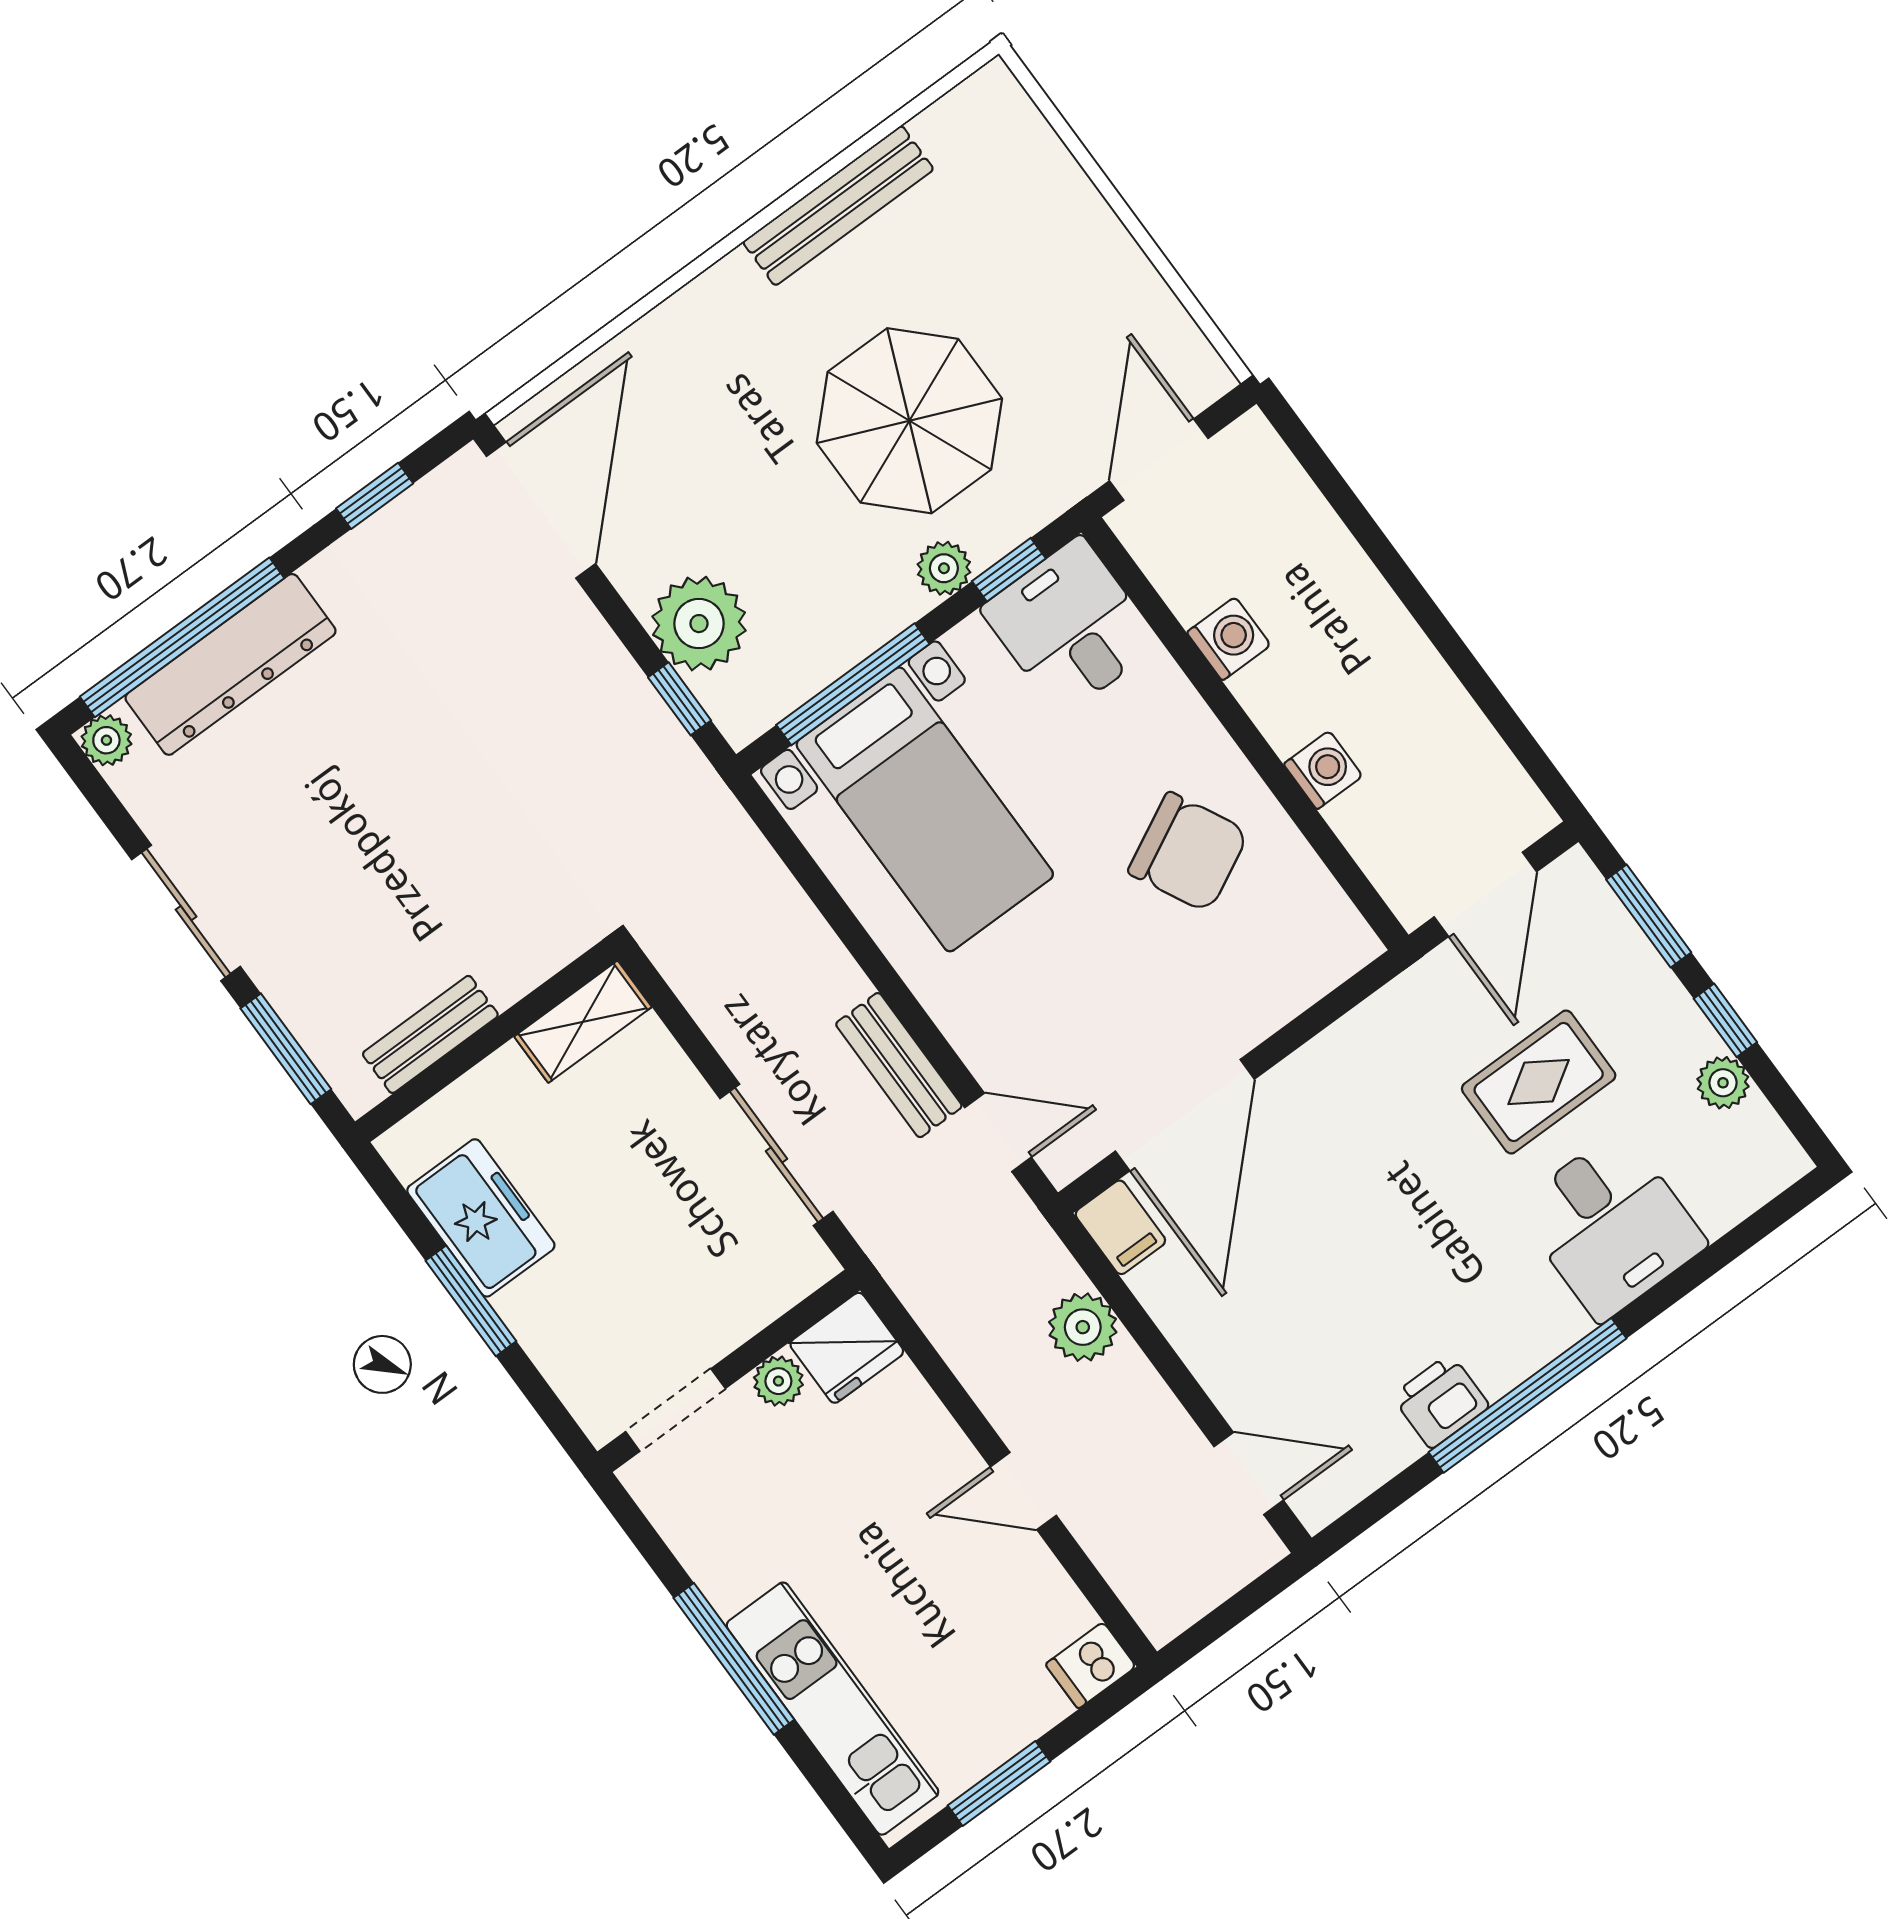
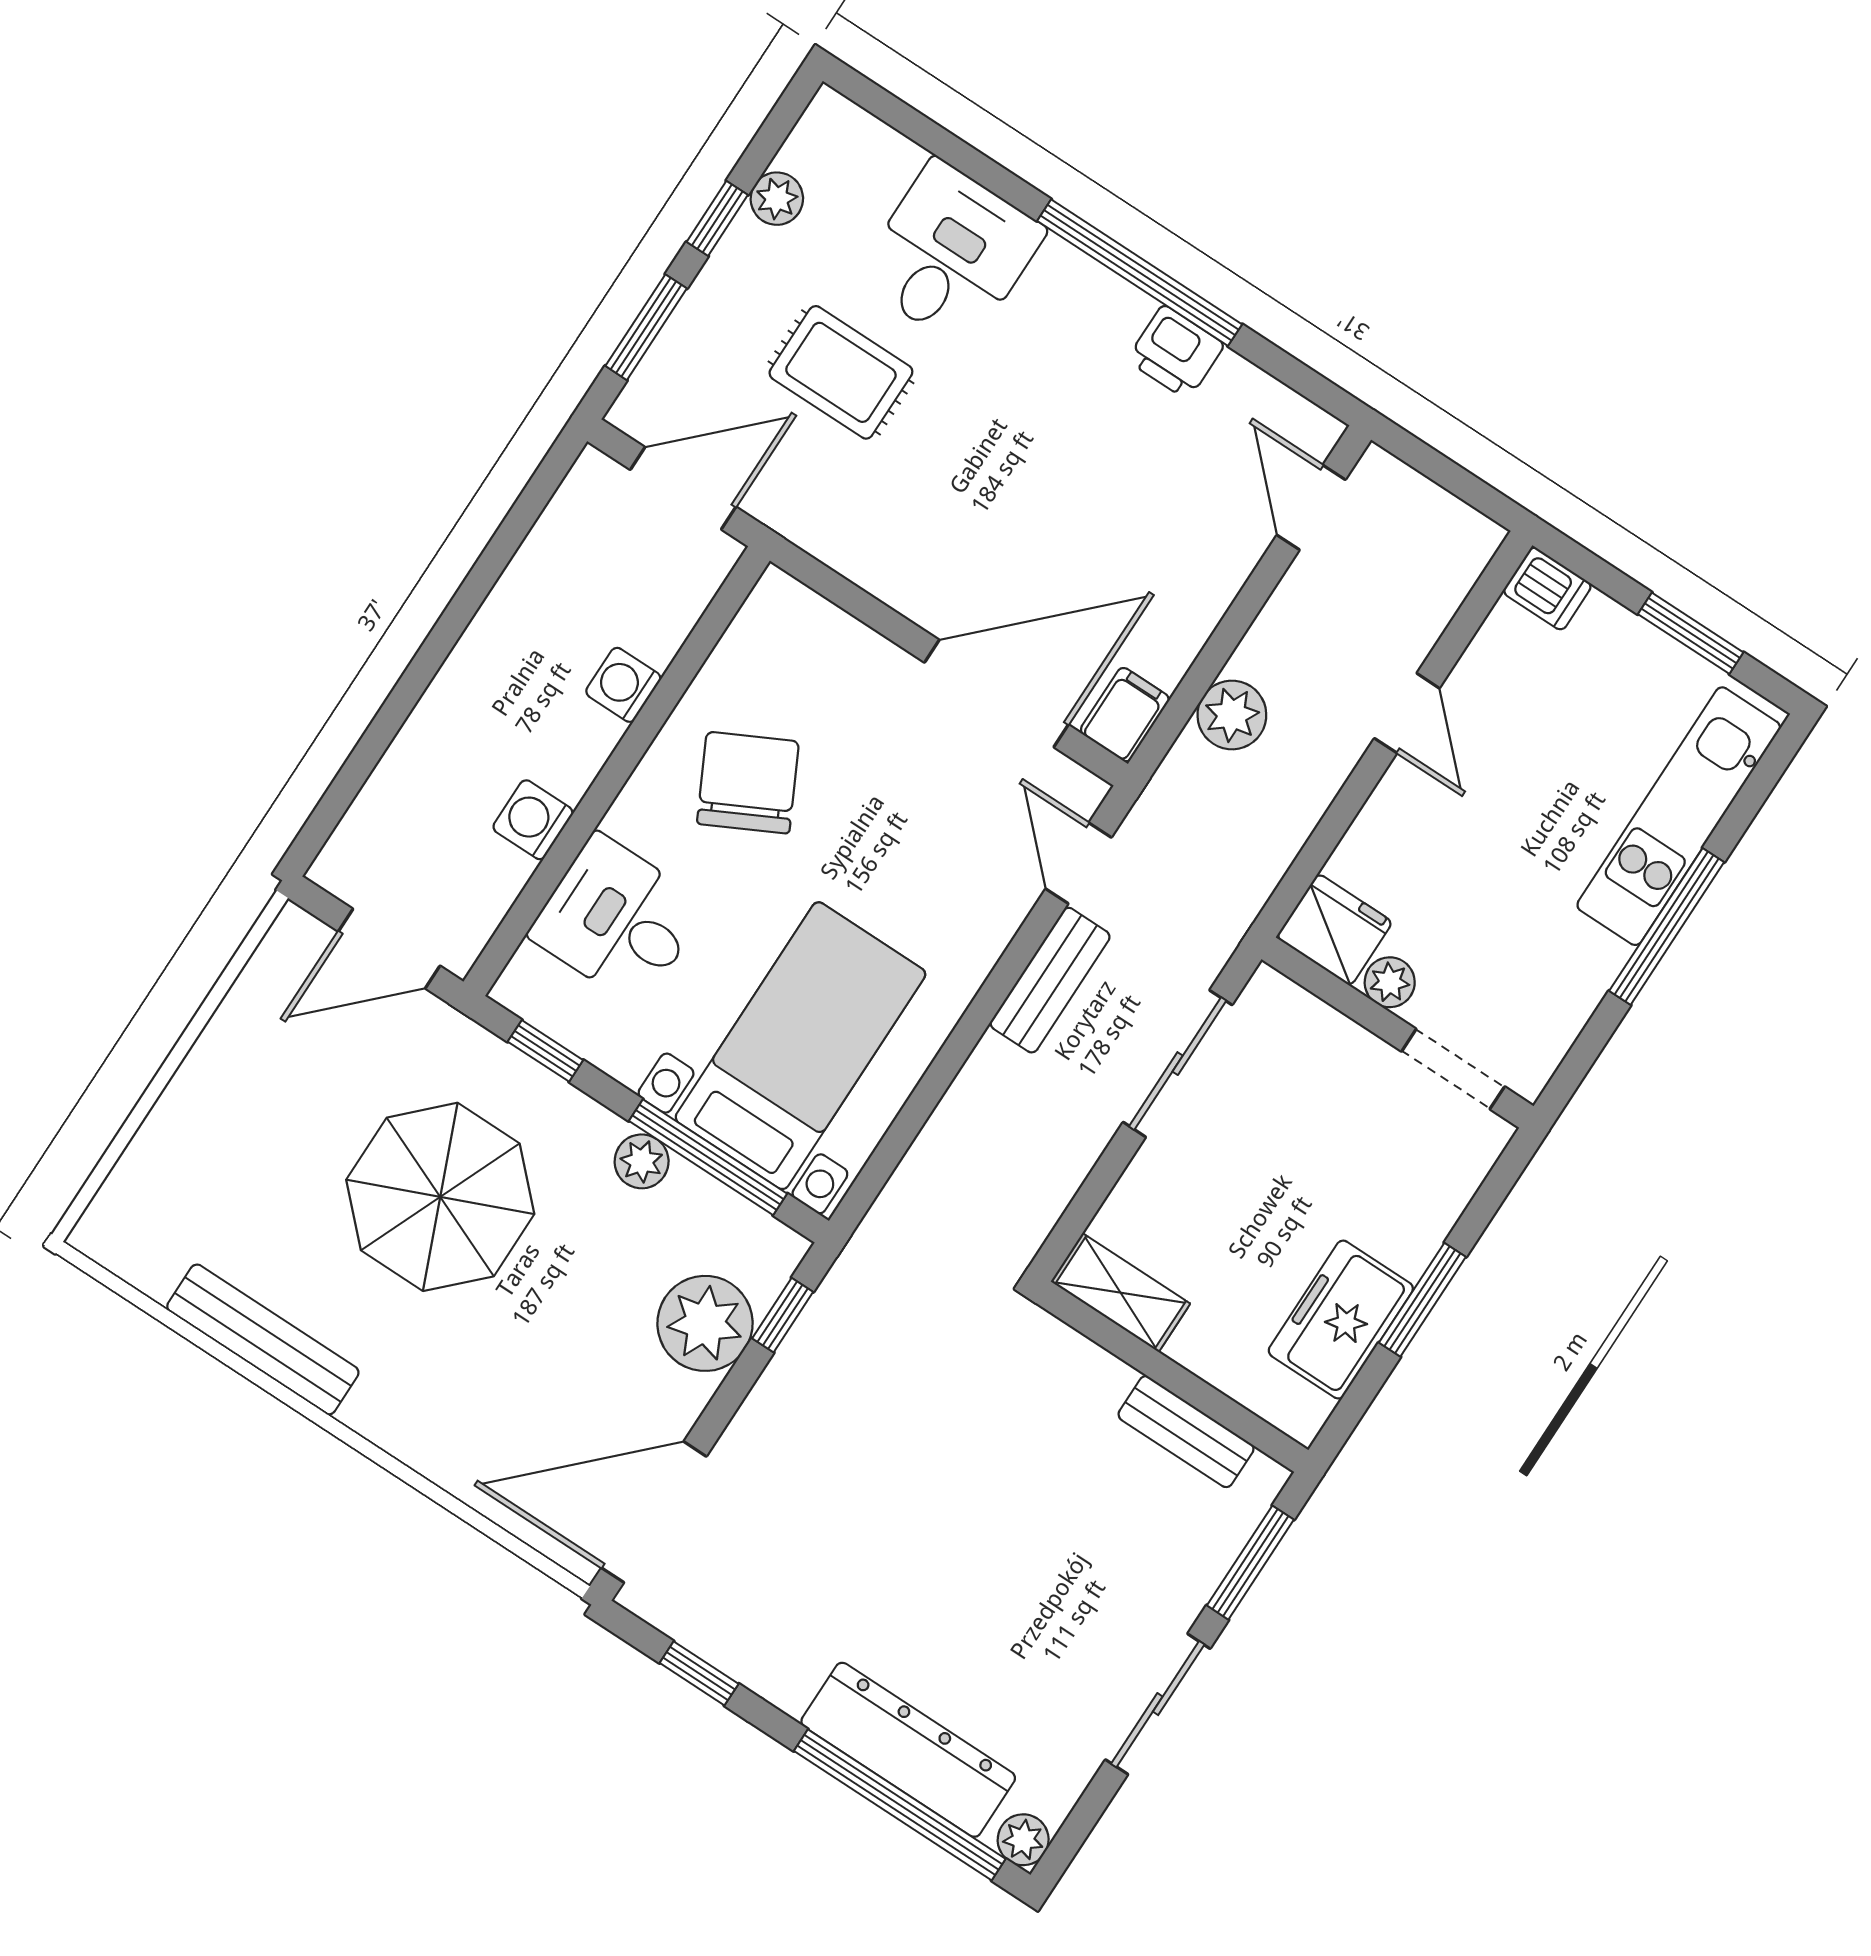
plant: (944, 568) -> (642, 1161), moved
desk: (1070, 626) -> (618, 920), moved, turned 90

